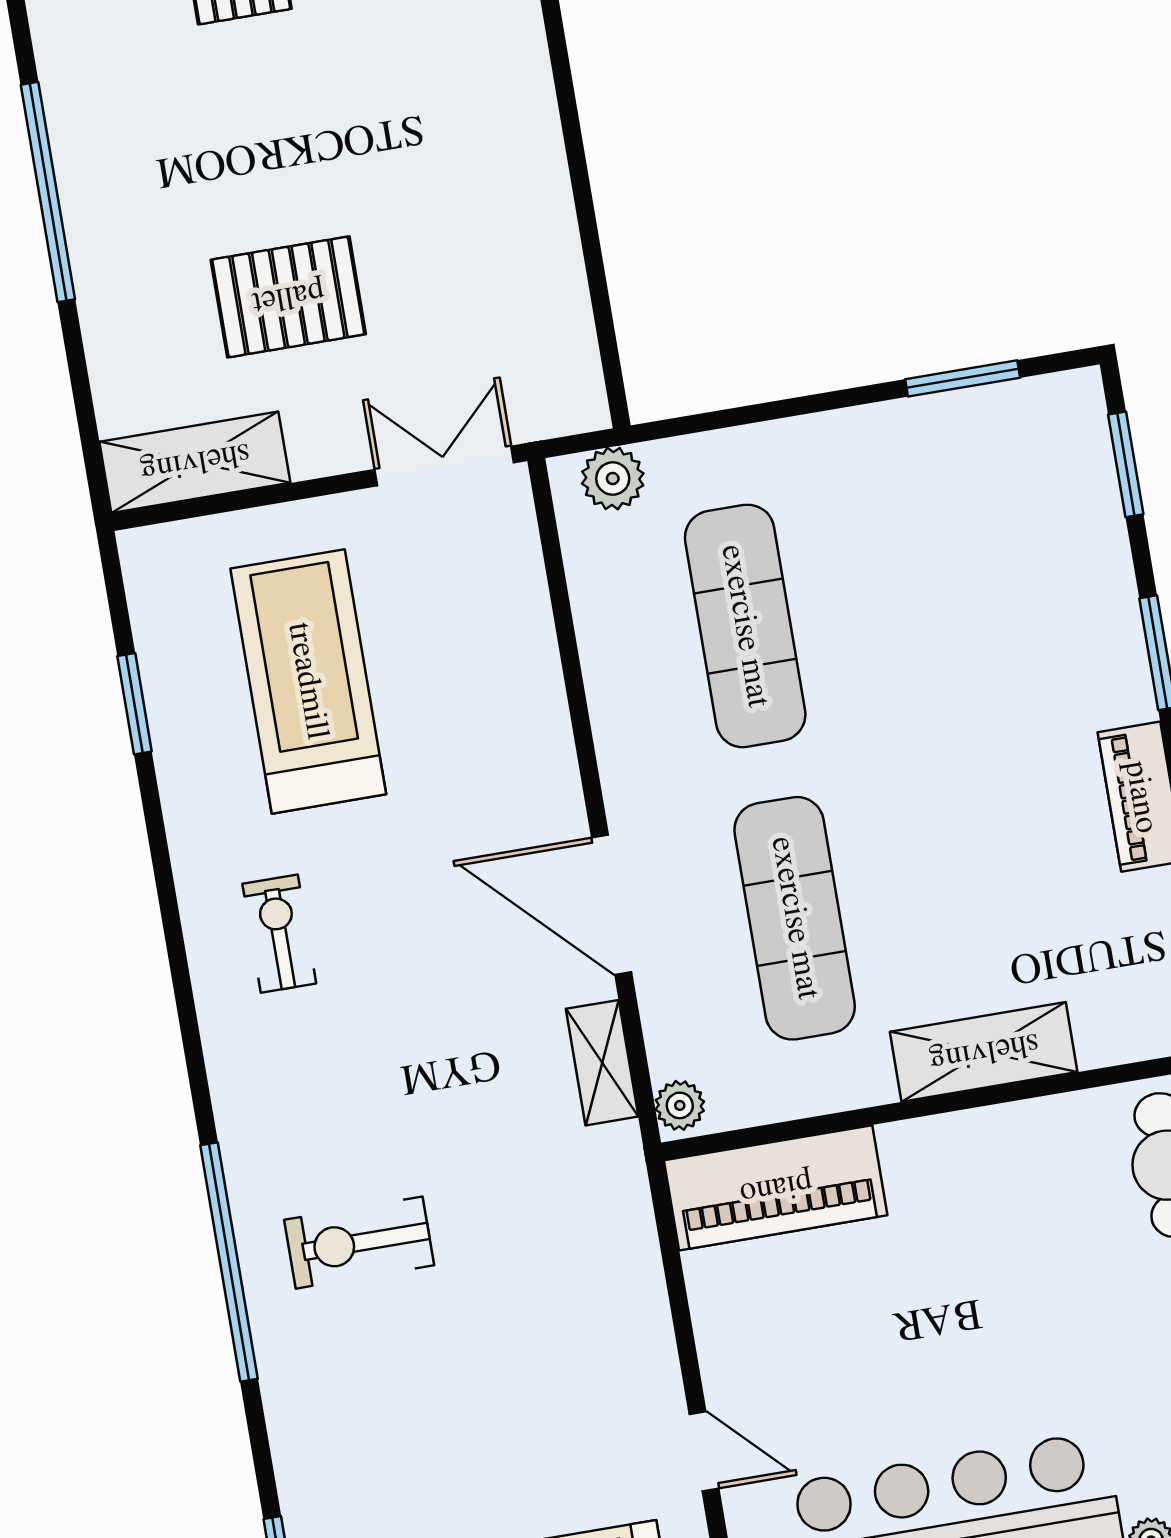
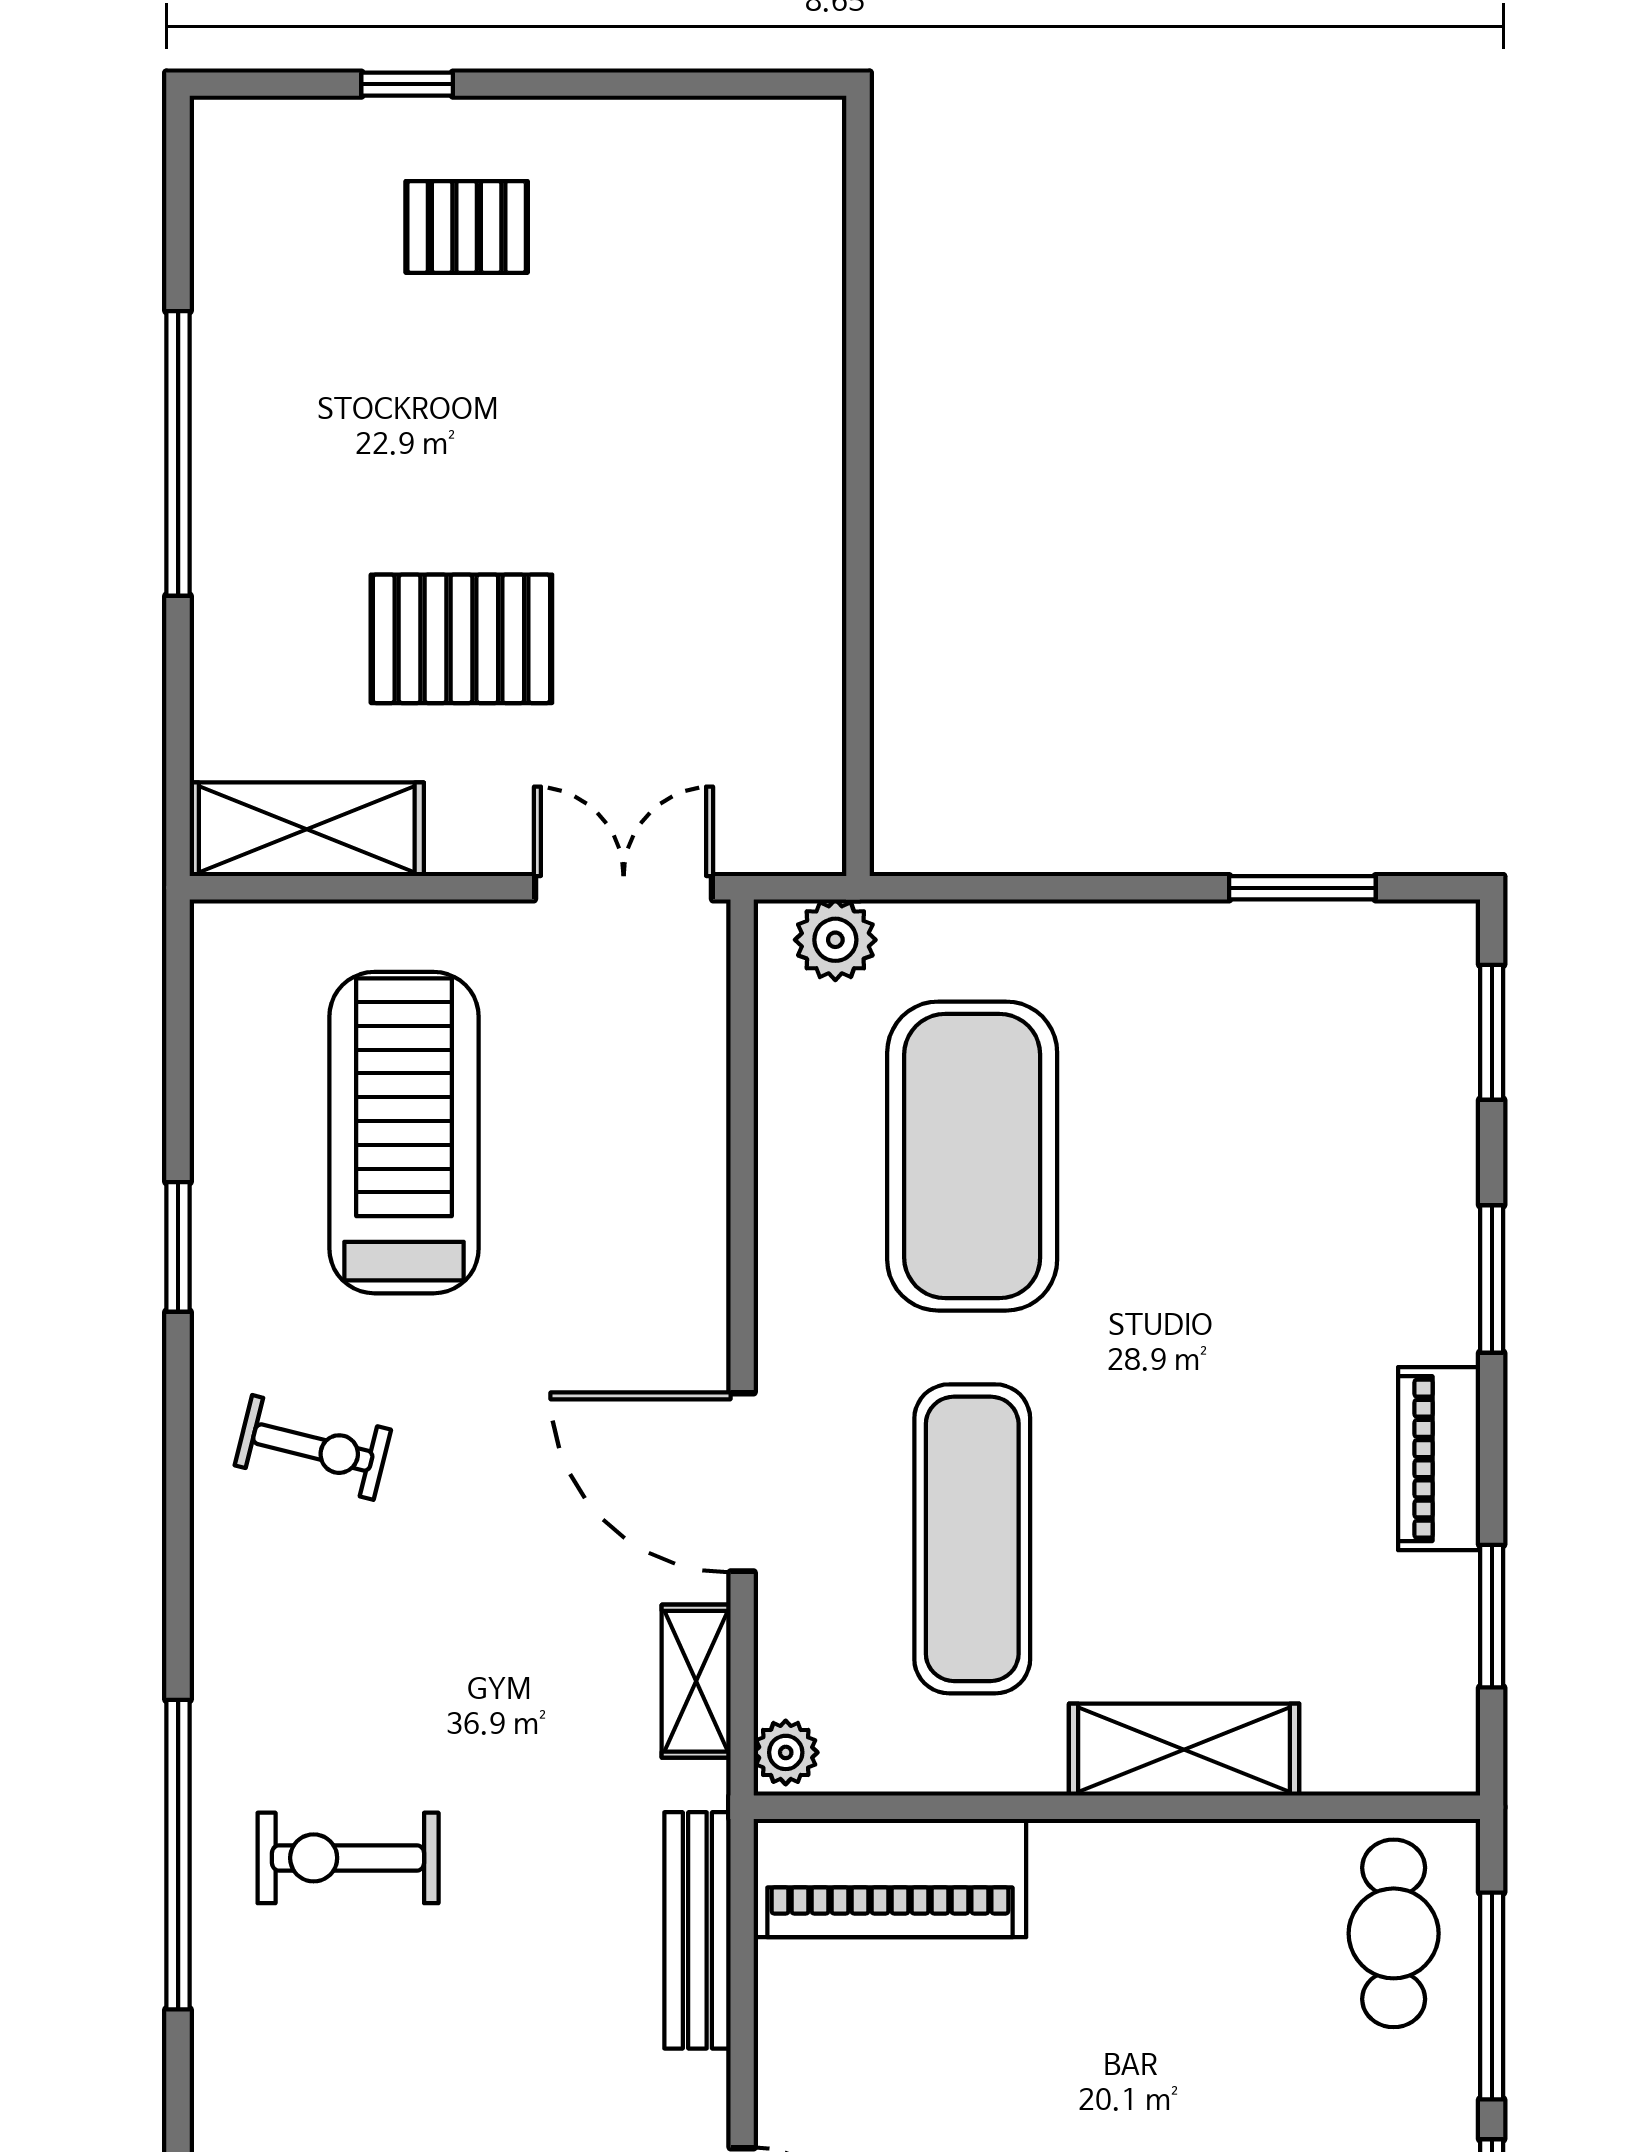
exercise mat: (745, 626) -> (972, 1156), width x1.47
window: (135, 704) -> (178, 1247), moved
exercise bike: (279, 934) -> (313, 1447), turned 104
bench: (635, 1253) -> (697, 1930), added

